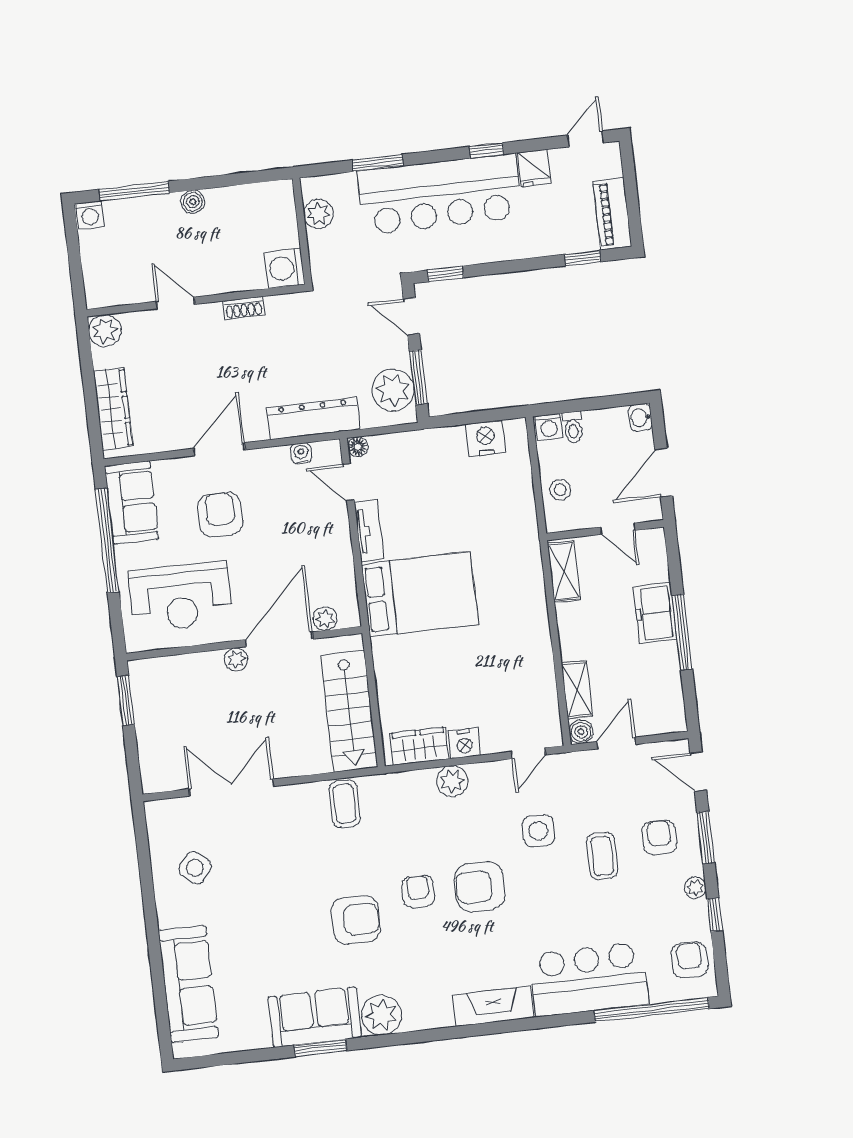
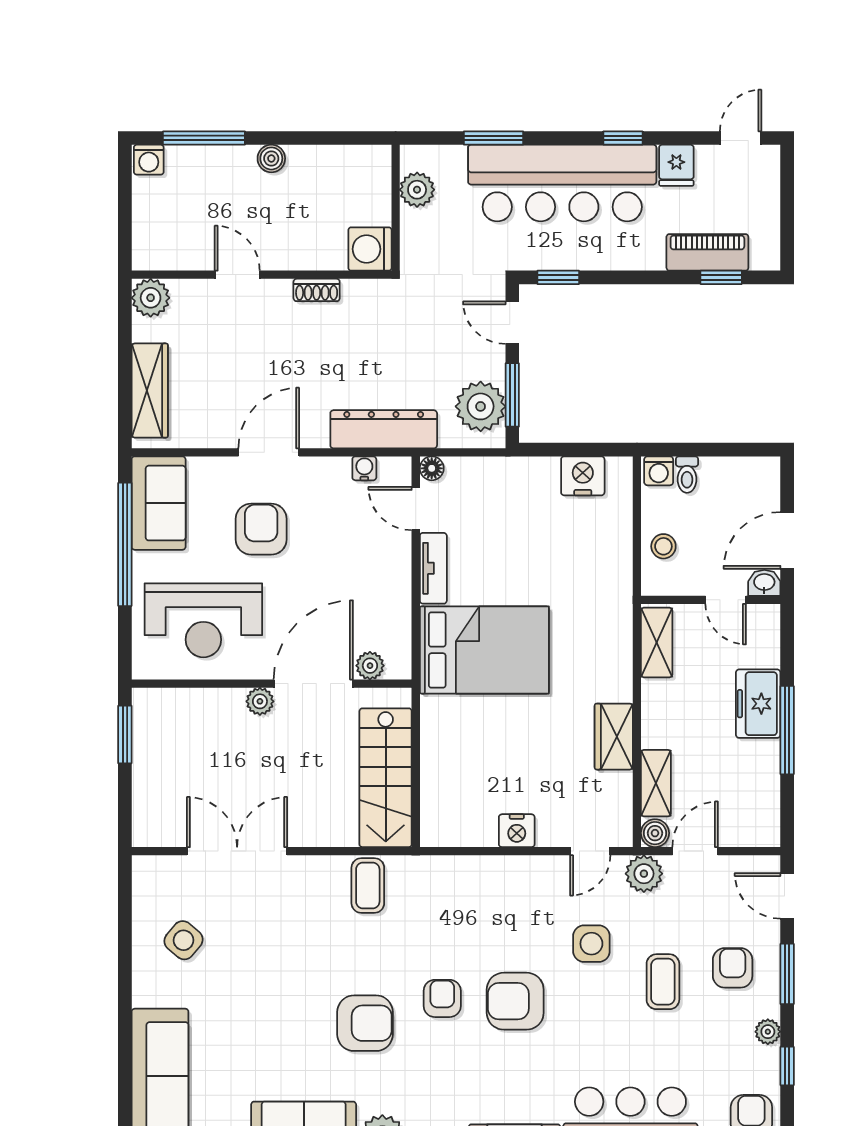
piano: (612, 214) -> (707, 252), moved, turned 90
washbasin: (640, 418) -> (764, 583), moved, turned 90
wardrobe: (419, 746) -> (614, 737), moved, turned -90
plant: (452, 781) -> (644, 874), moved

